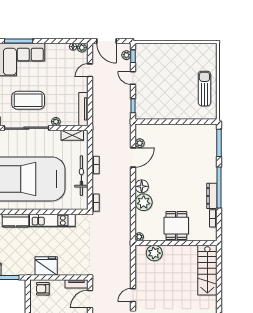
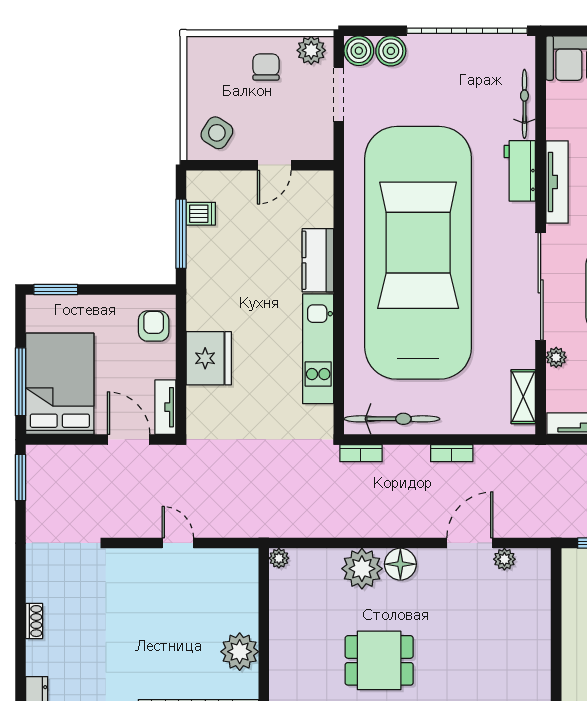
door: (133, 157) -> (470, 543), swing flipped
bicycle: (81, 176) -> (392, 419), moved
dining table: (176, 226) -> (379, 660), moved
plant: (154, 253) -> (240, 652), moved
fridge: (46, 266) -> (209, 358), moved
door: (133, 295) -> (178, 543), moved

